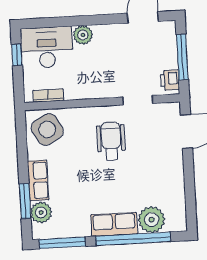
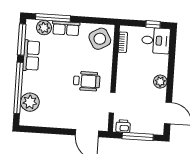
plant: (83, 35) -> (160, 82), moved
desk: (47, 47) -> (156, 41), width x0.73
window: (25, 201) -> (53, 18), width x1.44
row of seats: (114, 224) -> (31, 55), moved

